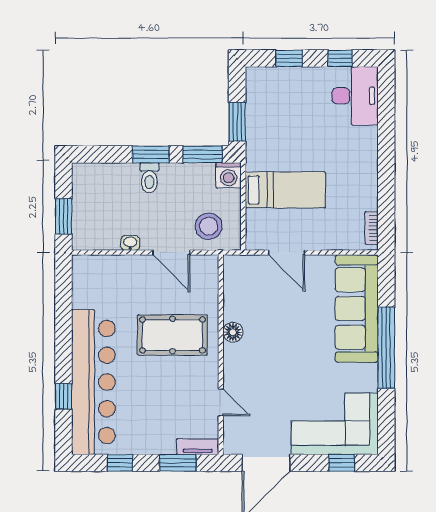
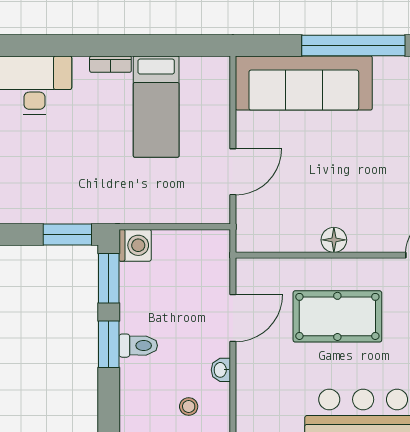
bed: (285, 190) -> (156, 107), moved, turned 180
stool: (209, 226) -> (189, 407), moved, width x0.53, depth x0.53
bookcase: (372, 228) -> (110, 64), moved
pool table: (172, 335) -> (337, 316), turned 90

